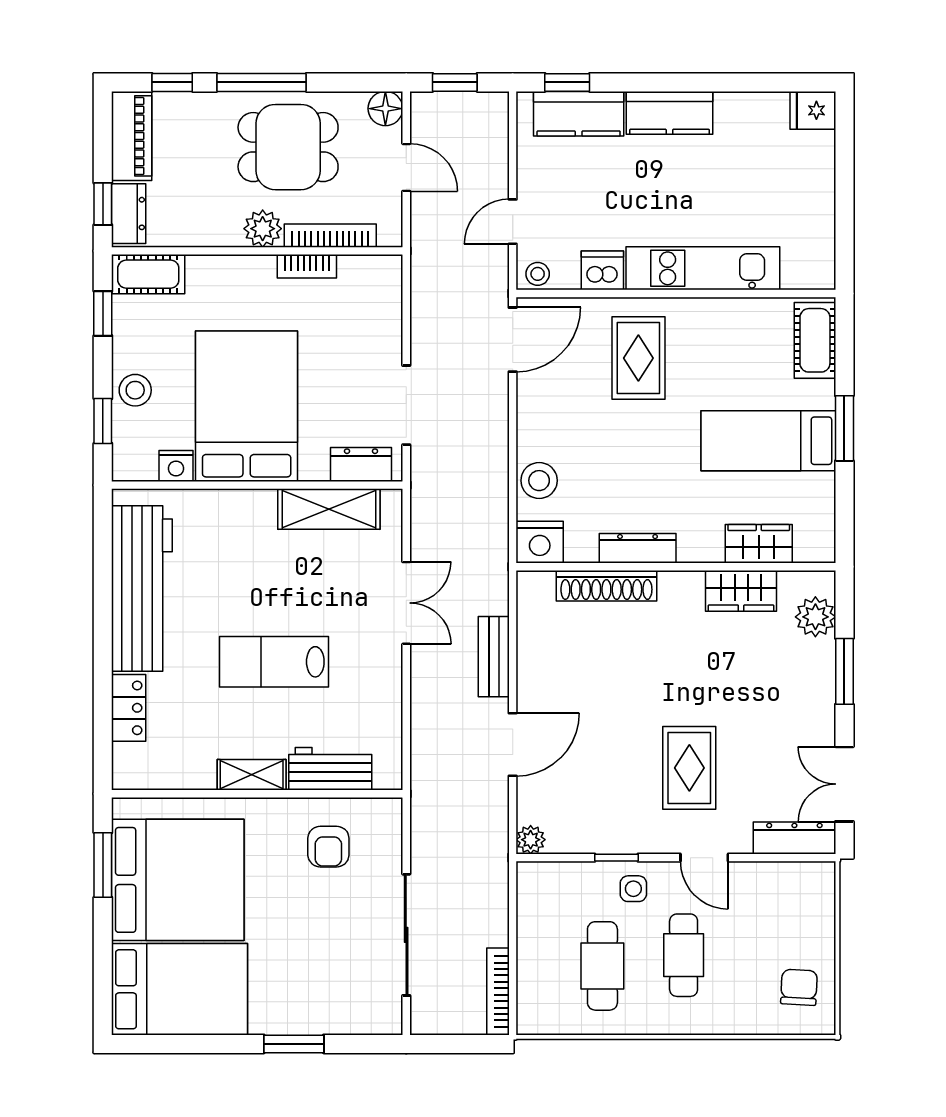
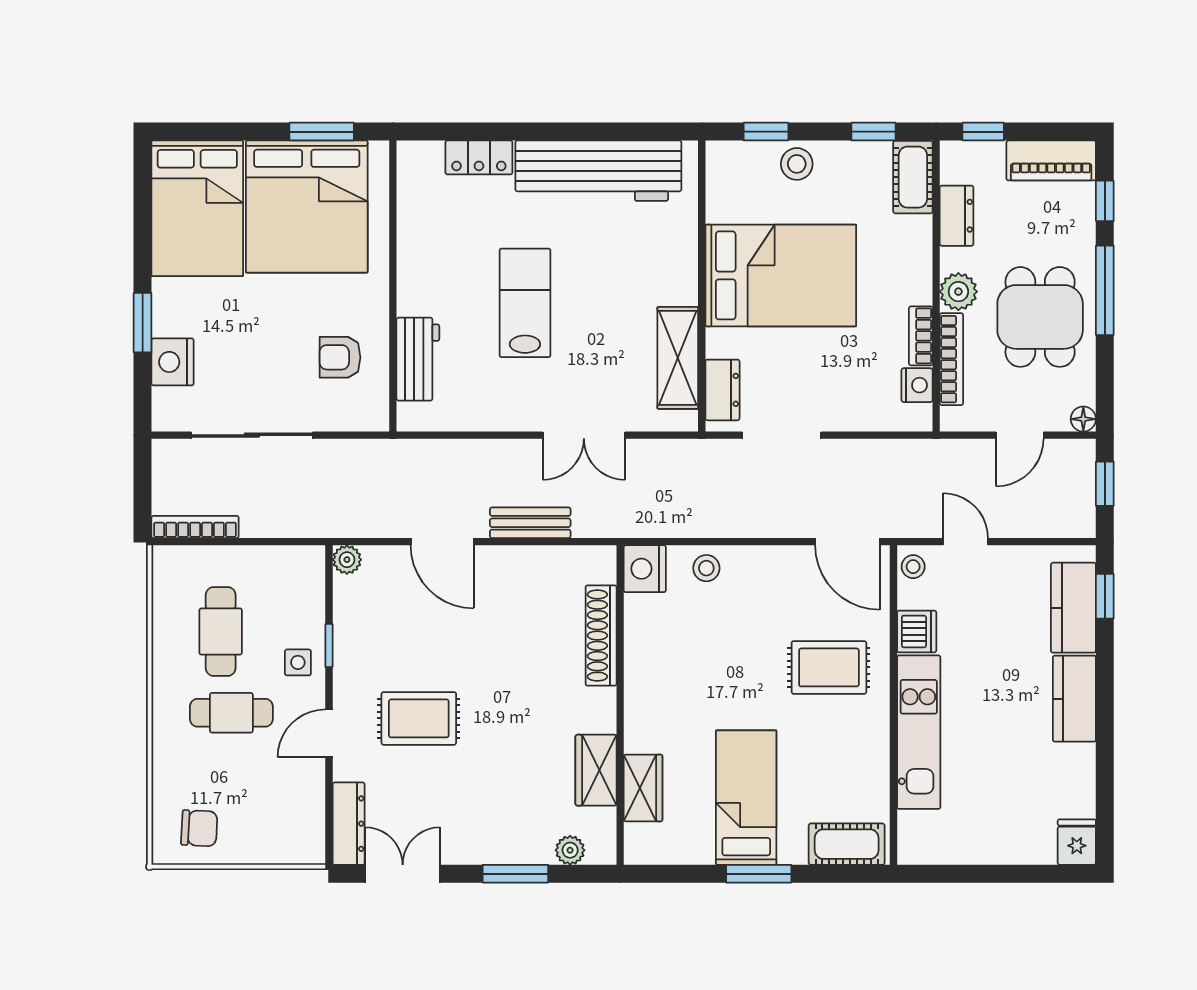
floor lamp: (385, 109) -> (1083, 419), width x0.73, depth x0.73
dresser: (129, 214) -> (957, 216), moved, turned -90
nightstand: (176, 466) -> (917, 385), moved, turned 180
stool: (539, 481) -> (706, 568), width x0.73, depth x0.73
dresser: (638, 548) -> (639, 667), removed
plant: (815, 617) -> (570, 850), width x0.73, depth x0.73
shelving: (252, 775) -> (412, 280), removed
cafe table: (602, 966) -> (221, 631), turned 90
nightstand: (333, 1014) -> (173, 362), added

